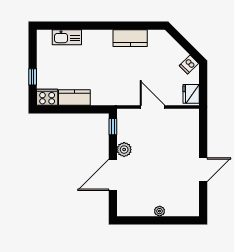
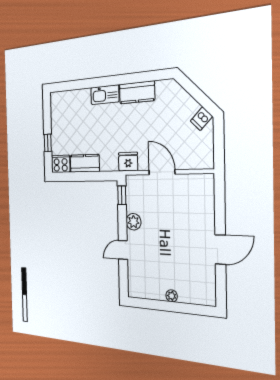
kitchen sink: (67, 37) -> (105, 95), moved
fridge: (191, 94) -> (128, 162), moved, turned 90
door: (113, 175) -> (123, 250), width x0.53

